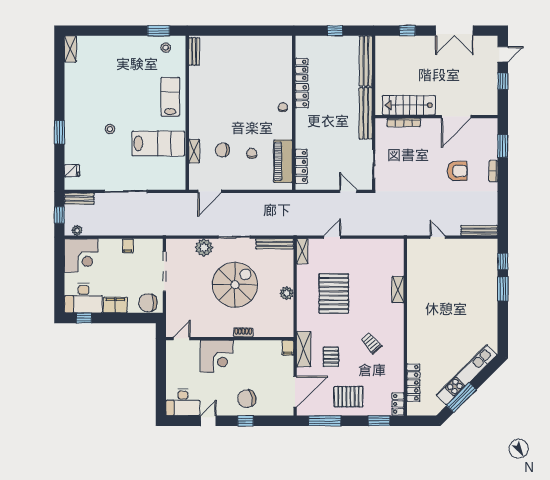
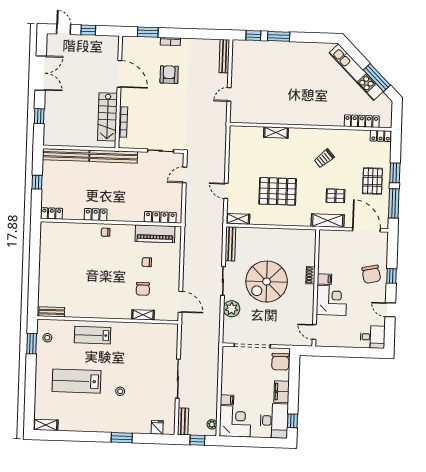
locker: (301, 70) -> (52, 213), moved
lab bench: (158, 143) -> (76, 381), moved, turned -90
filing cabinet: (128, 246) -> (227, 400), moved
spiral stairs: (235, 285) -> (267, 282), turned -90
plant: (287, 293) -> (276, 234), removed
filing cabinet: (288, 348) -> (324, 279), moved
desk: (183, 402) -> (373, 337), width x0.73
window: (379, 421) -> (395, 173), moved

